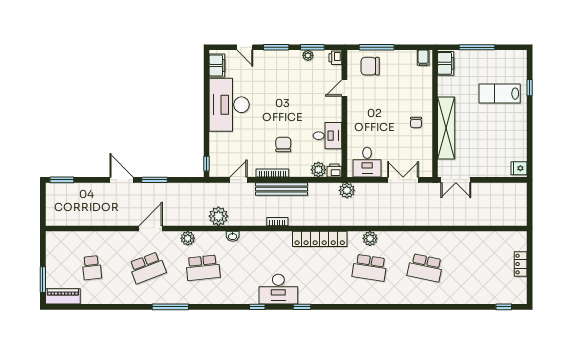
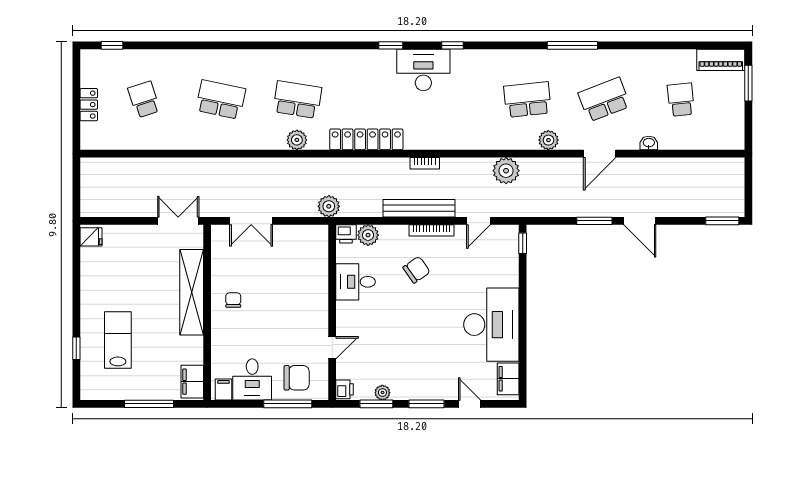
lab bench: (500, 94) -> (118, 340), turned -90
chair: (283, 144) -> (416, 270), turned -125
desk: (367, 162) -> (252, 379), moved, turned 180
washbasin: (233, 236) -> (649, 143), moved
school desk: (481, 268) -> (144, 100), added

